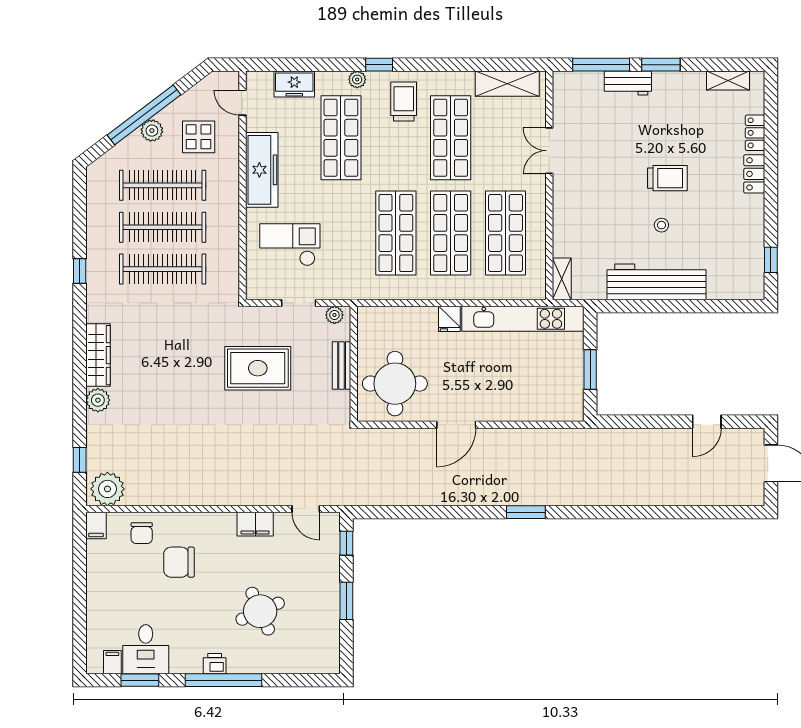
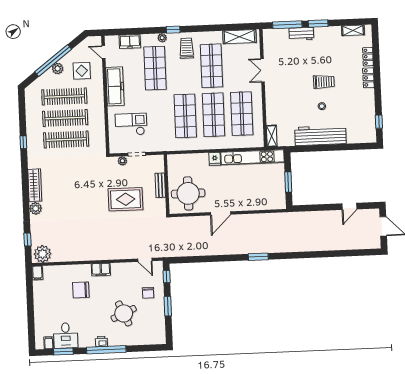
plant: (334, 315) -> (122, 161), moved
rug: (258, 368) -> (126, 199), moved
filing cabinet: (255, 524) -> (101, 270), moved
chair: (142, 533) -> (148, 293), moved

